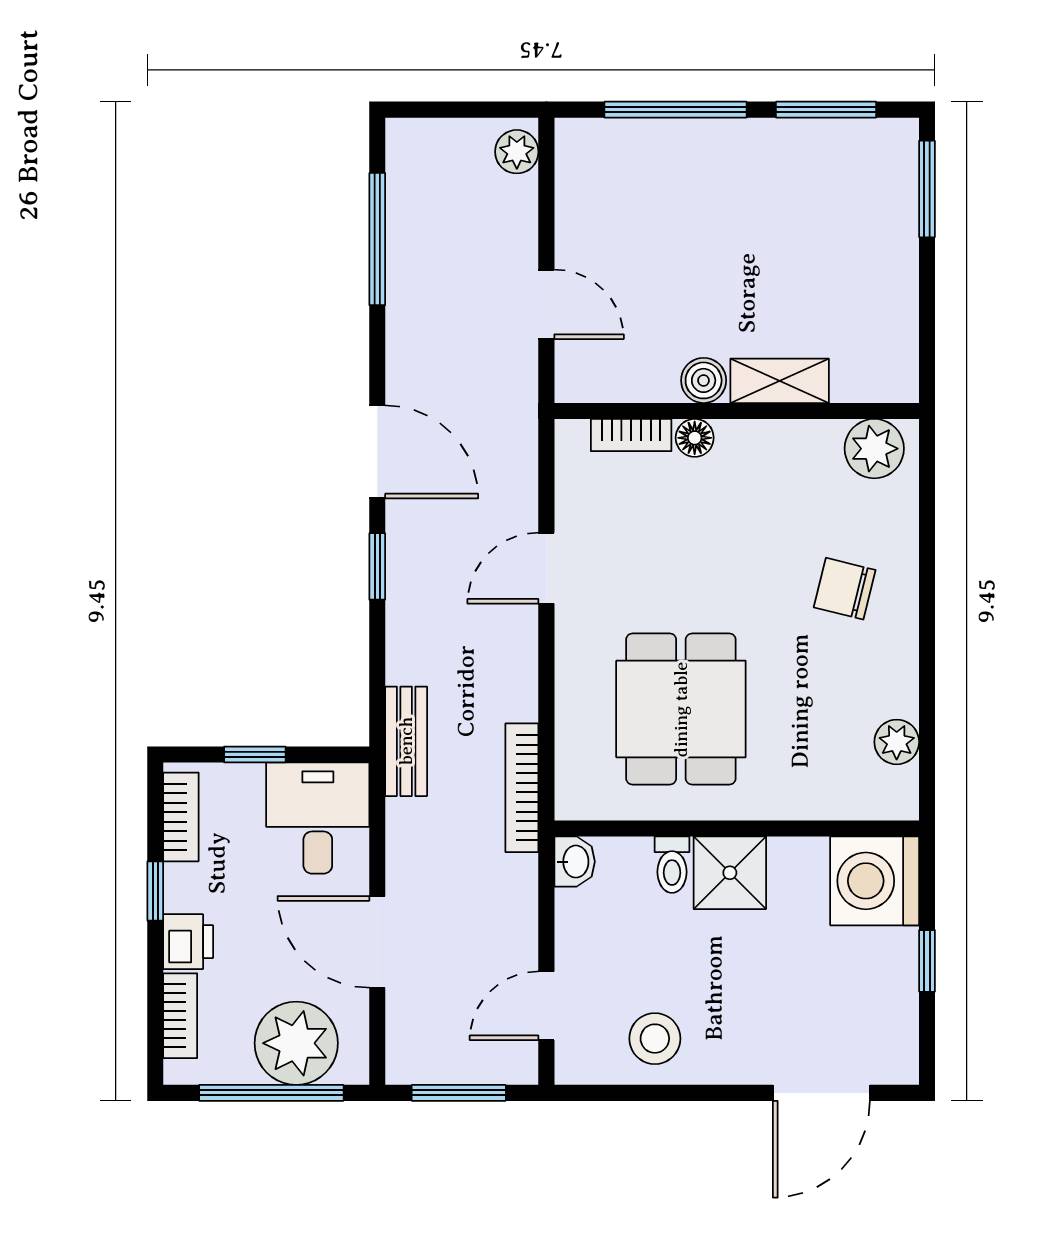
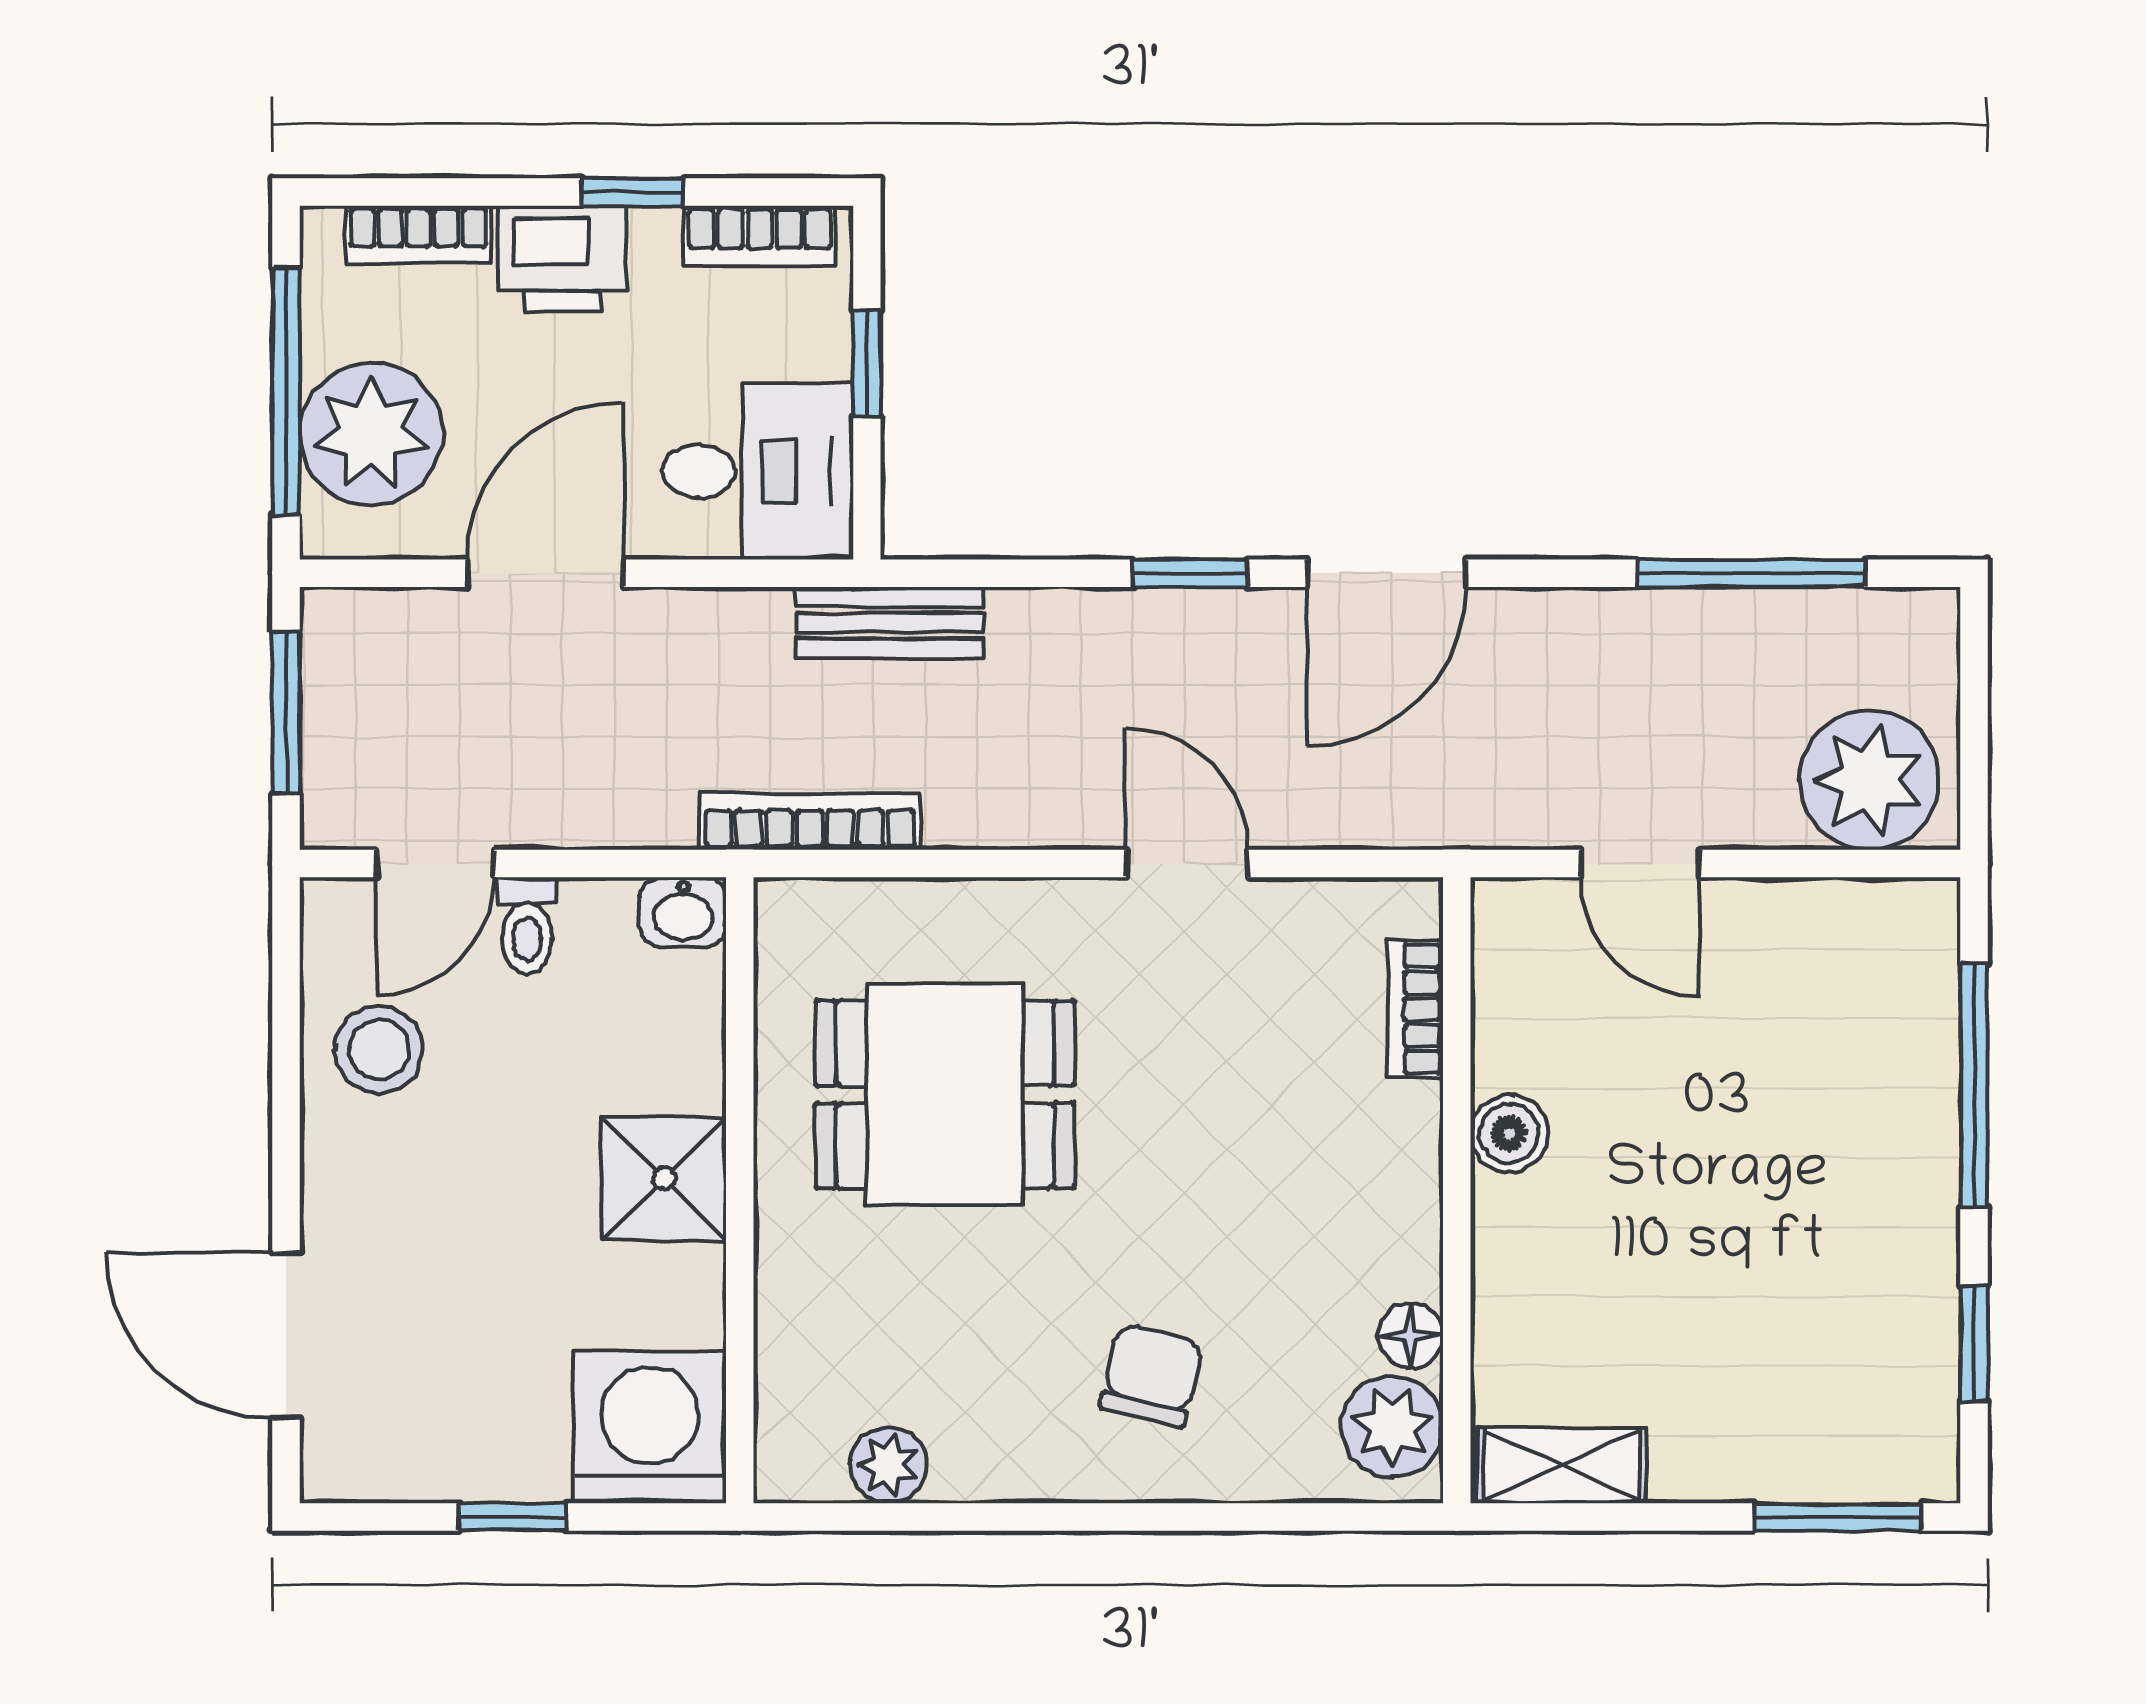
window: (826, 110) -> (1974, 1344), width x0.67
plant: (517, 152) -> (1869, 780), width x1.88, depth x1.88
door: (546, 304) -> (1640, 864), hinge flipped
shelving: (780, 381) -> (1561, 1465), moved, turned 90
floor lamp: (695, 438) -> (1411, 1336), moved
toilet: (672, 865) -> (527, 926), moved, turned -90
printer: (188, 942) -> (563, 259), width x1.36, depth x1.24
door: (546, 1006) -> (435, 864), swing flipped

